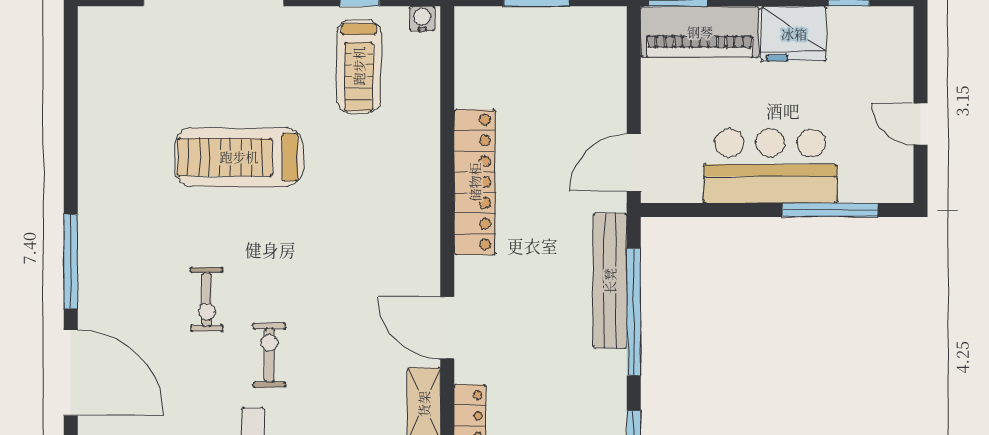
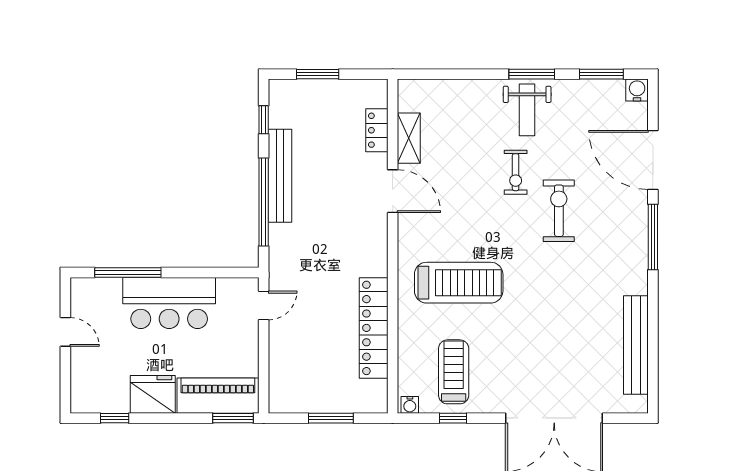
bench: (95, 105) -> (636, 345), added
treadmill: (239, 157) -> (459, 283), moved
door: (634, 162) -> (264, 305), width x0.73
locker: (475, 182) -> (374, 328), moved
bench: (610, 281) -> (280, 176), moved
exercise bike: (207, 299) -> (559, 211), width x1.38, depth x1.39

